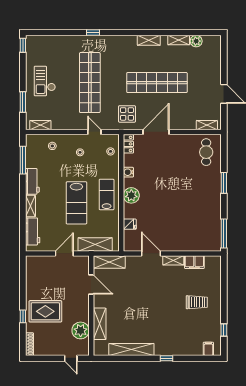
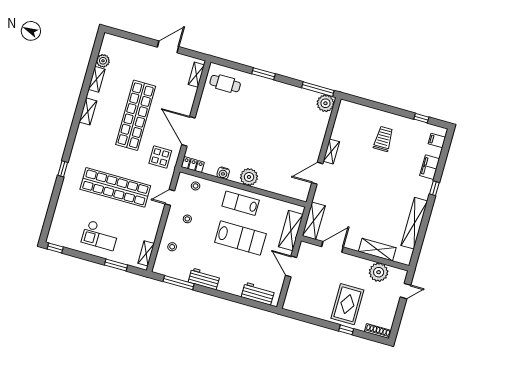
shelving: (30, 206) -> (230, 288), removed
fridge: (130, 224) -> (279, 187), removed
plant: (213, 244) -> (325, 103), added
filing cabinet: (194, 262) -> (430, 167), moved, turned 180

